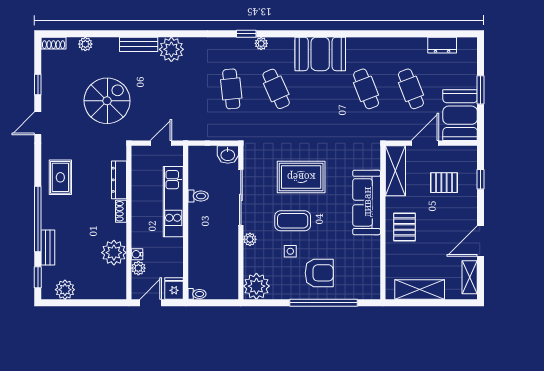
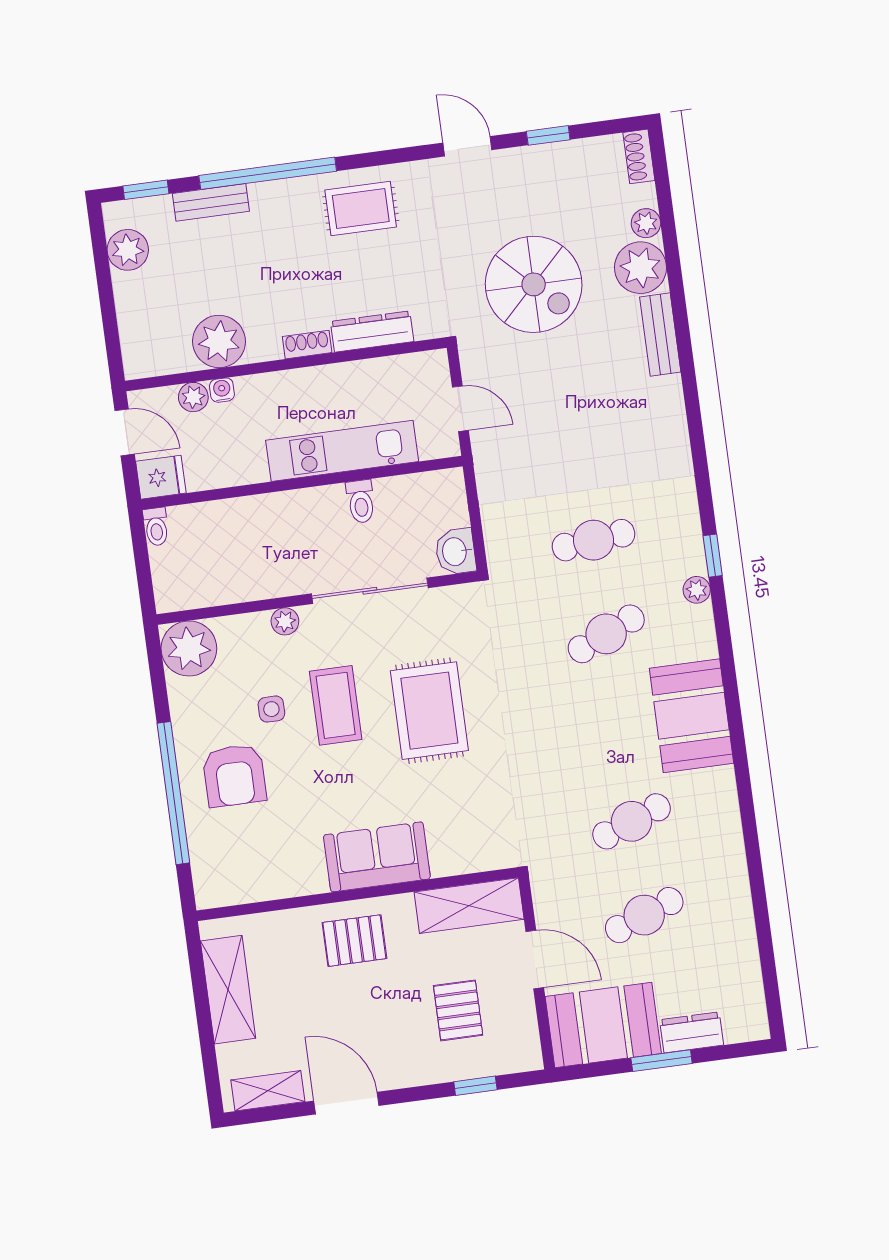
dresser: (442, 45) -> (692, 1032), moved, turned 90
plant: (171, 49) -> (640, 268), moved
sofa: (367, 202) -> (377, 857), width x0.73

